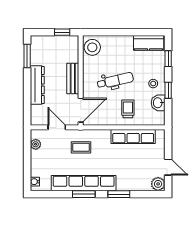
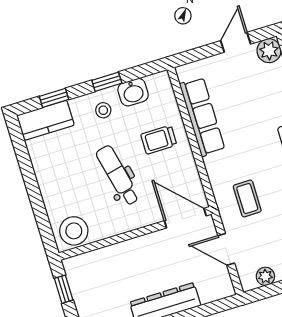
kitchen counter: (149, 43) -> (45, 120), moved, turned 90
bench: (73, 78) -> (136, 248), removed
door: (57, 127) -> (226, 249), hinge flipped

